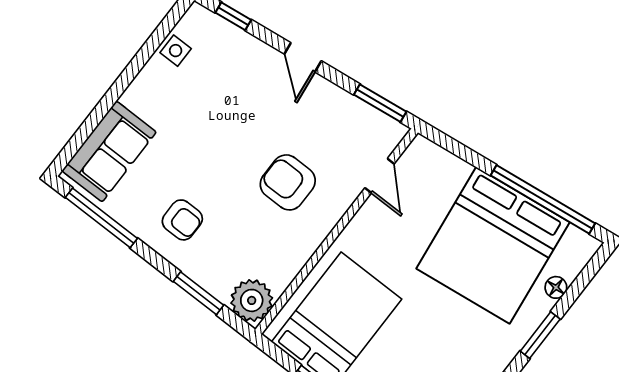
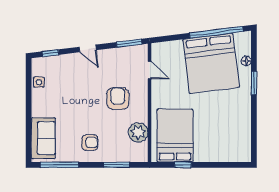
armchair: (288, 182) -> (118, 99), turned 90
plant: (252, 300) -> (138, 132), moved

